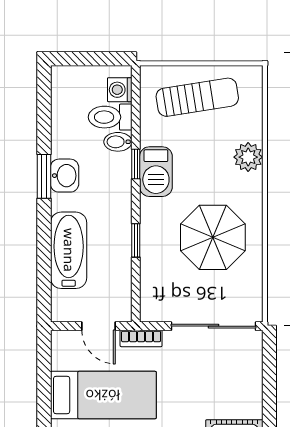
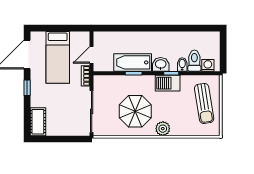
plant: (248, 157) -> (163, 129), moved
window: (44, 176) -> (165, 28), removed
washbasin: (65, 176) -> (161, 64), moved, turned 180
bathtub: (69, 250) -> (133, 62), moved, turned 180

